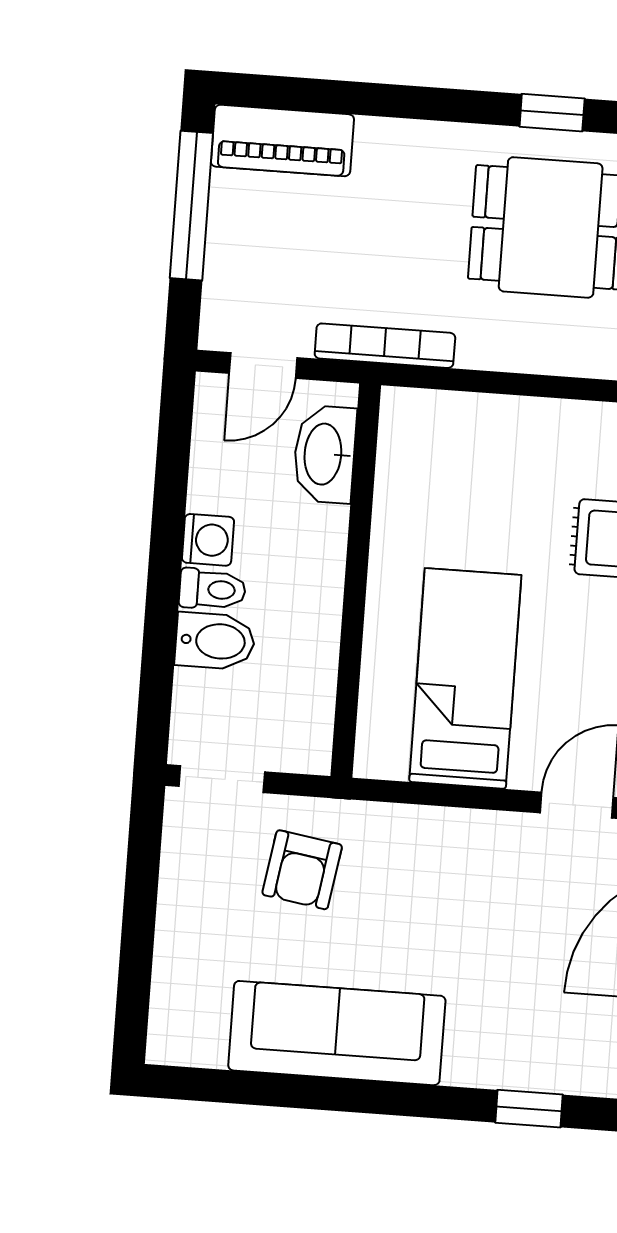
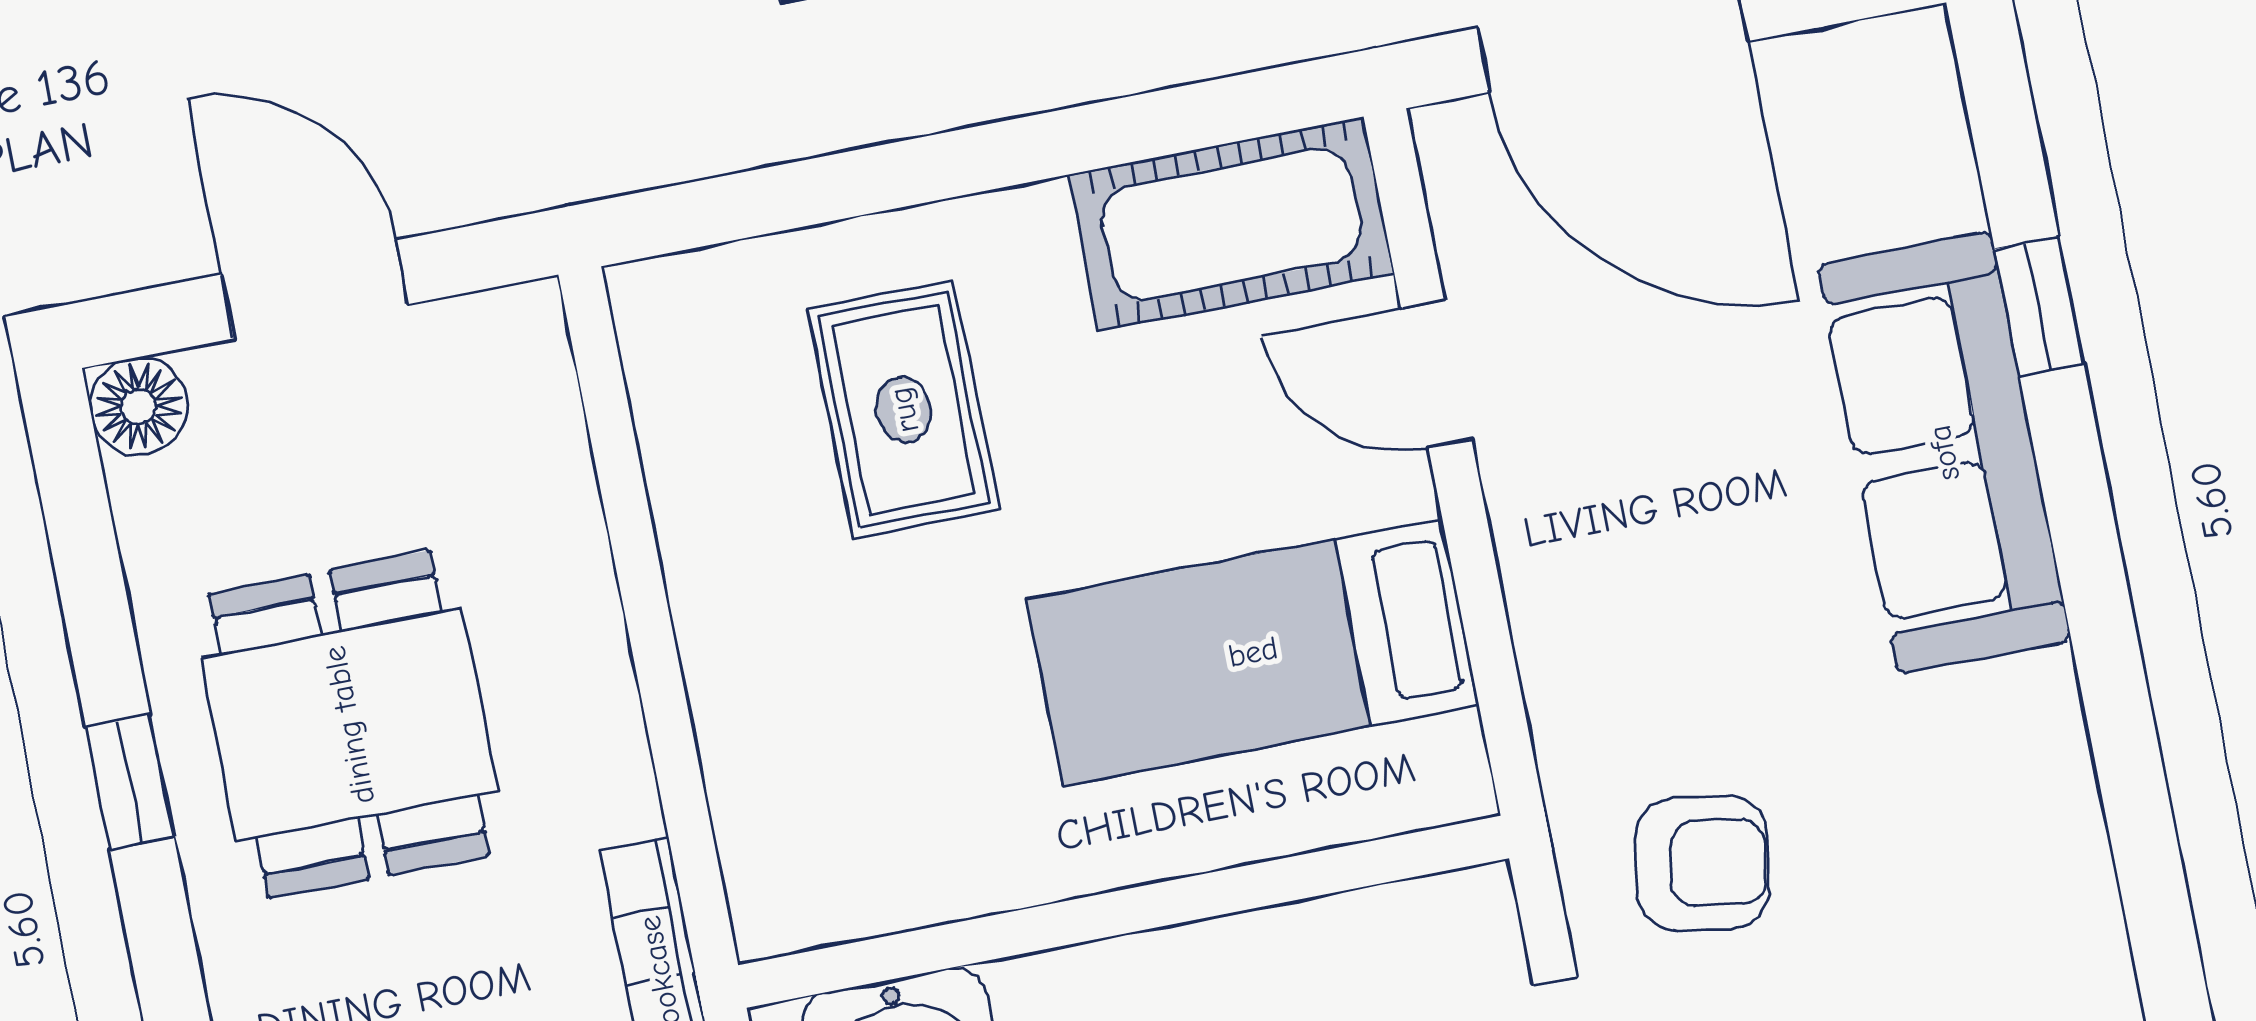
sofa: (337, 1033) -> (1944, 453), moved

